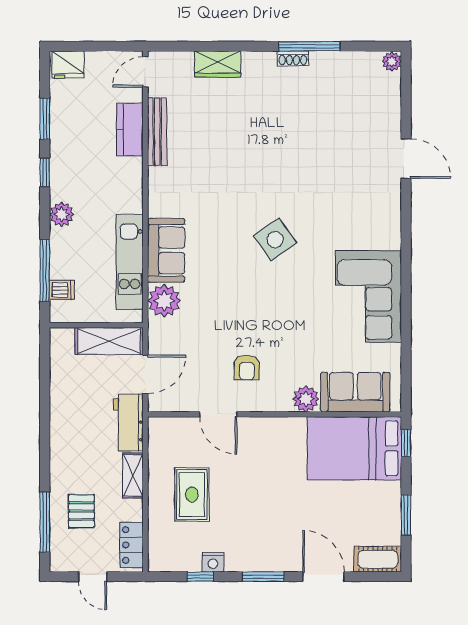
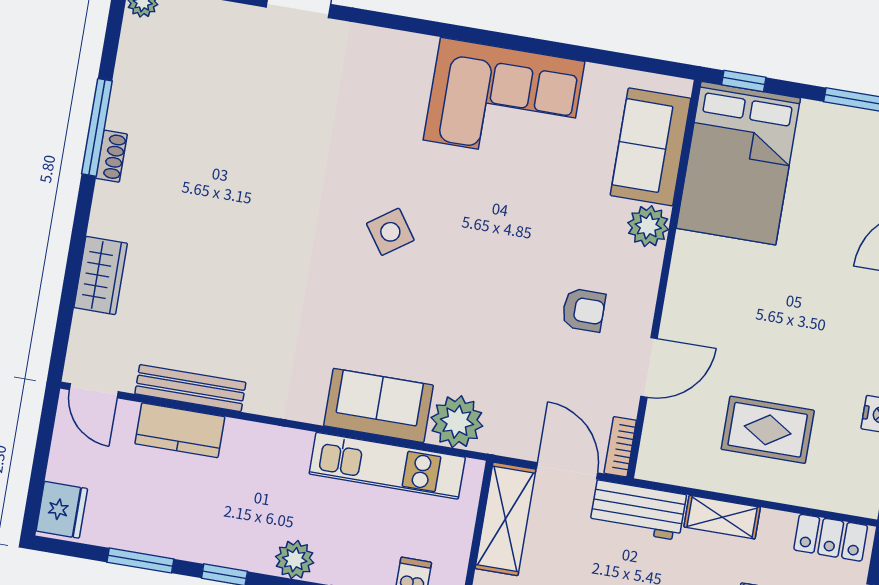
side table: (275, 239) -> (390, 232), width x0.73, depth x0.73
bookcase: (166, 405) -> (620, 447), added

